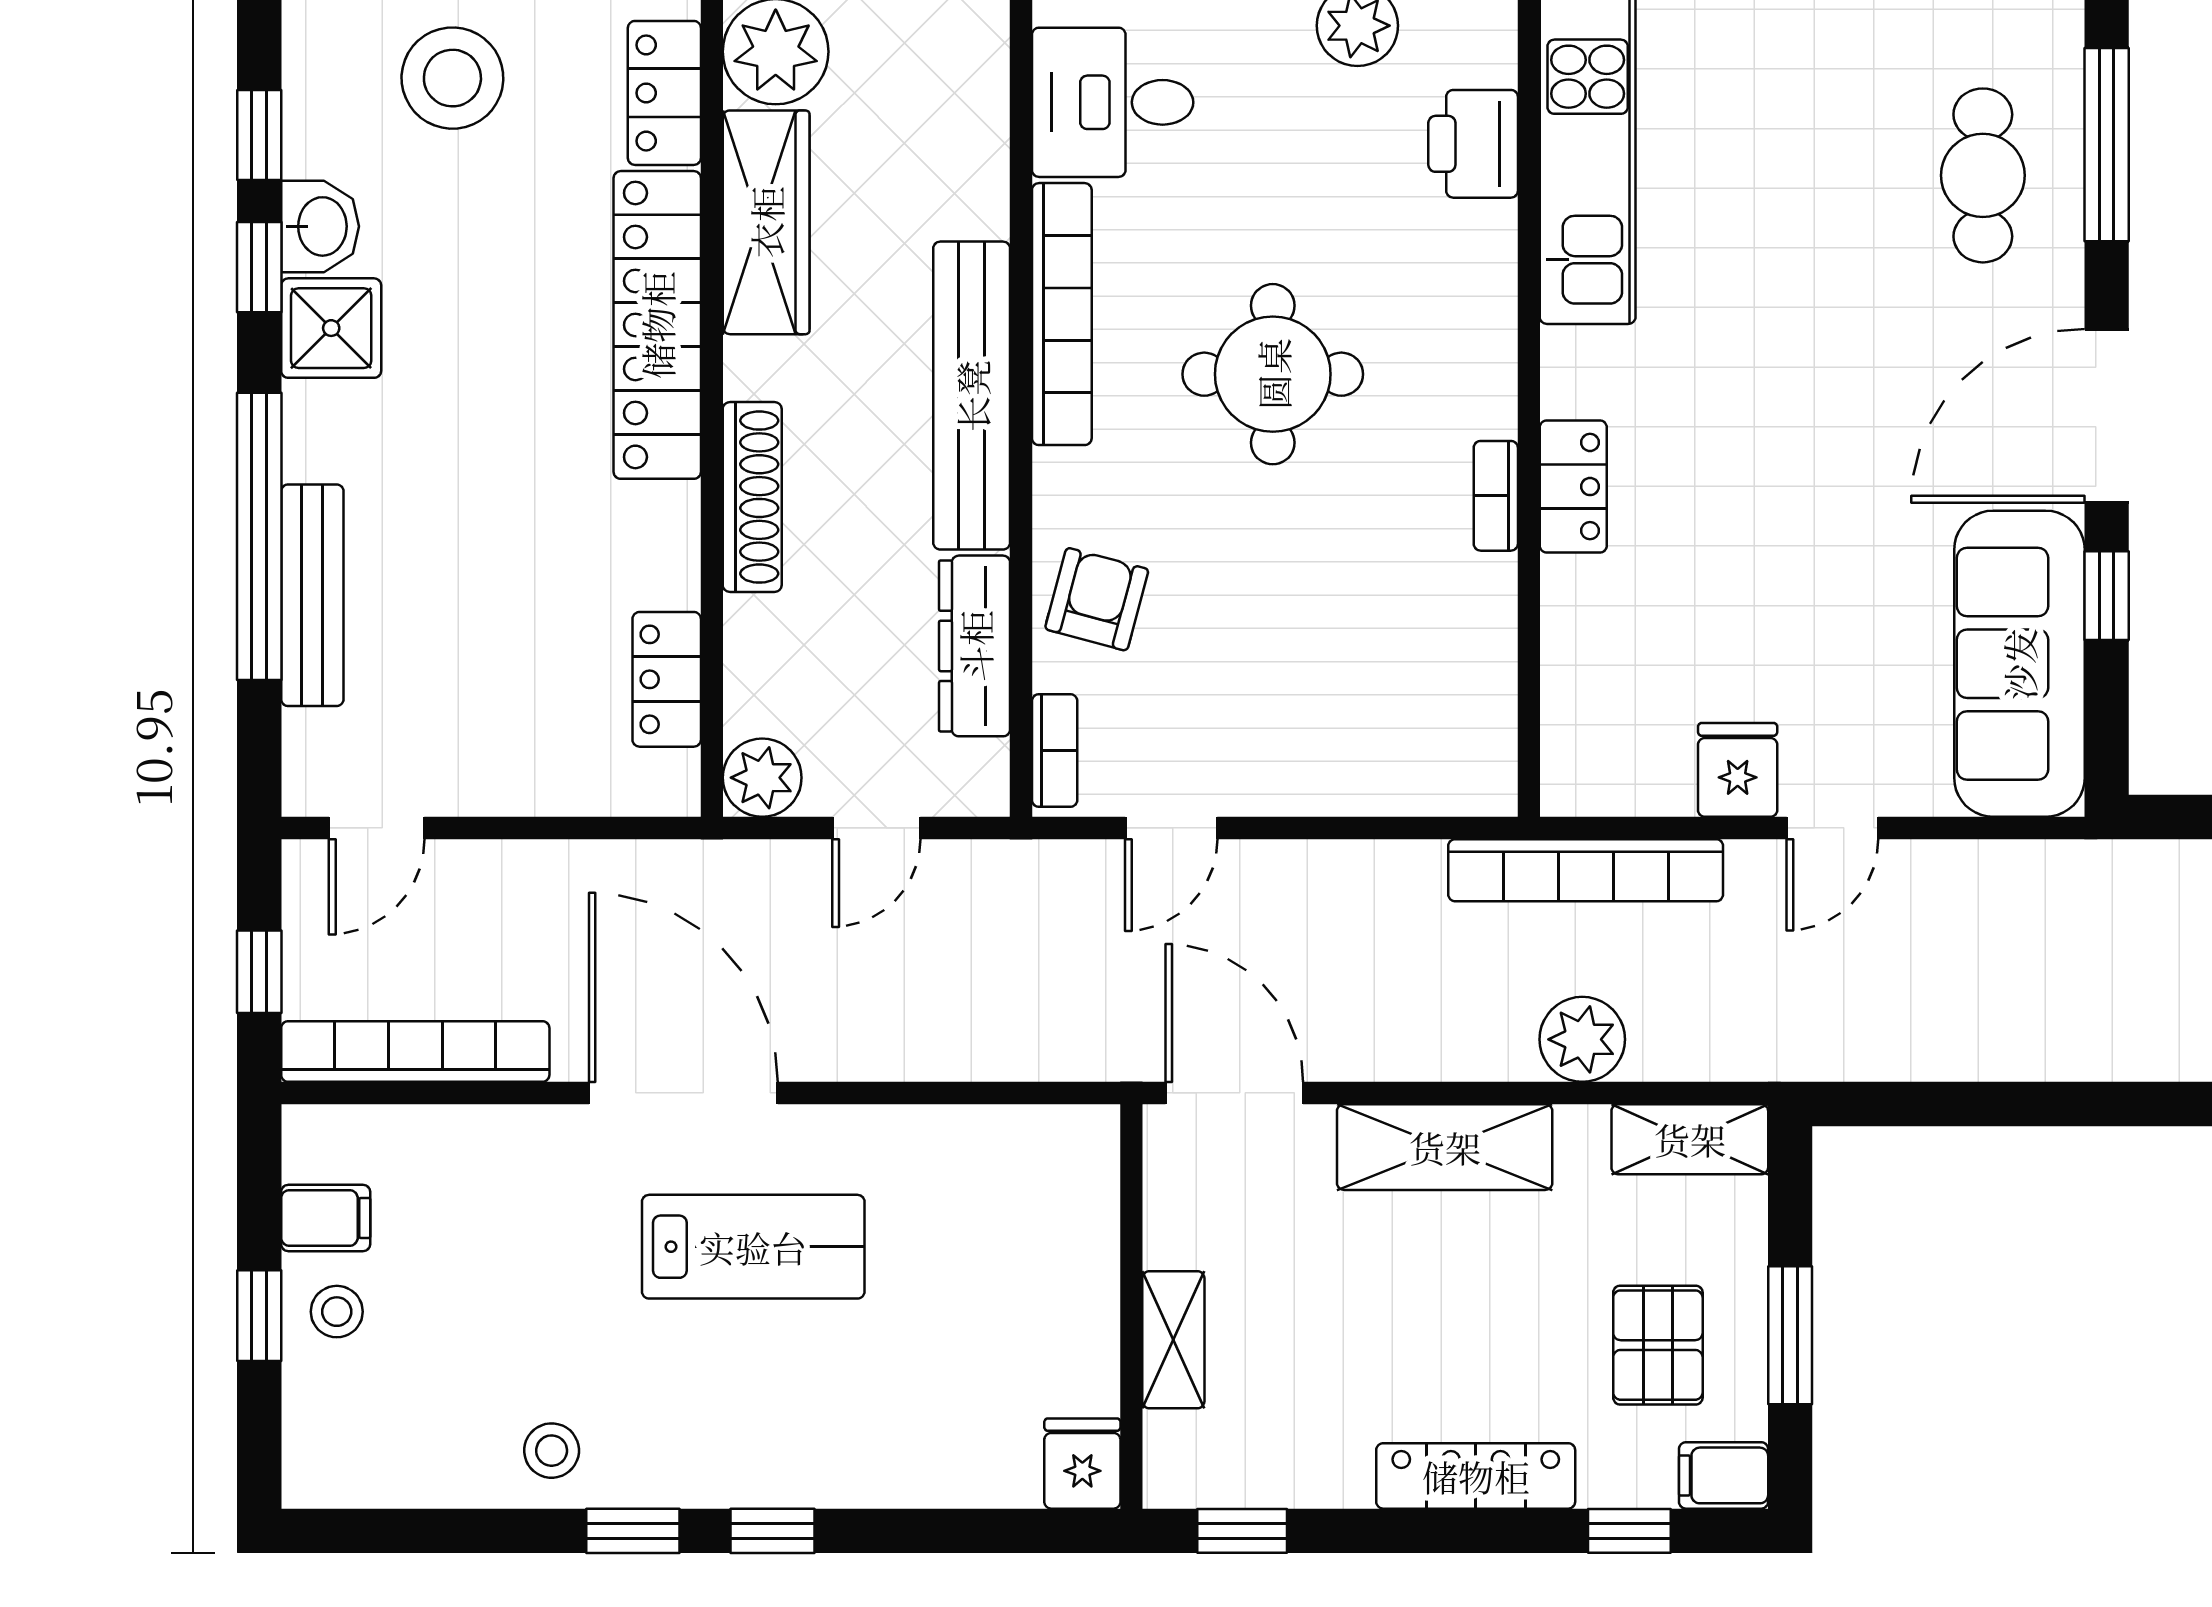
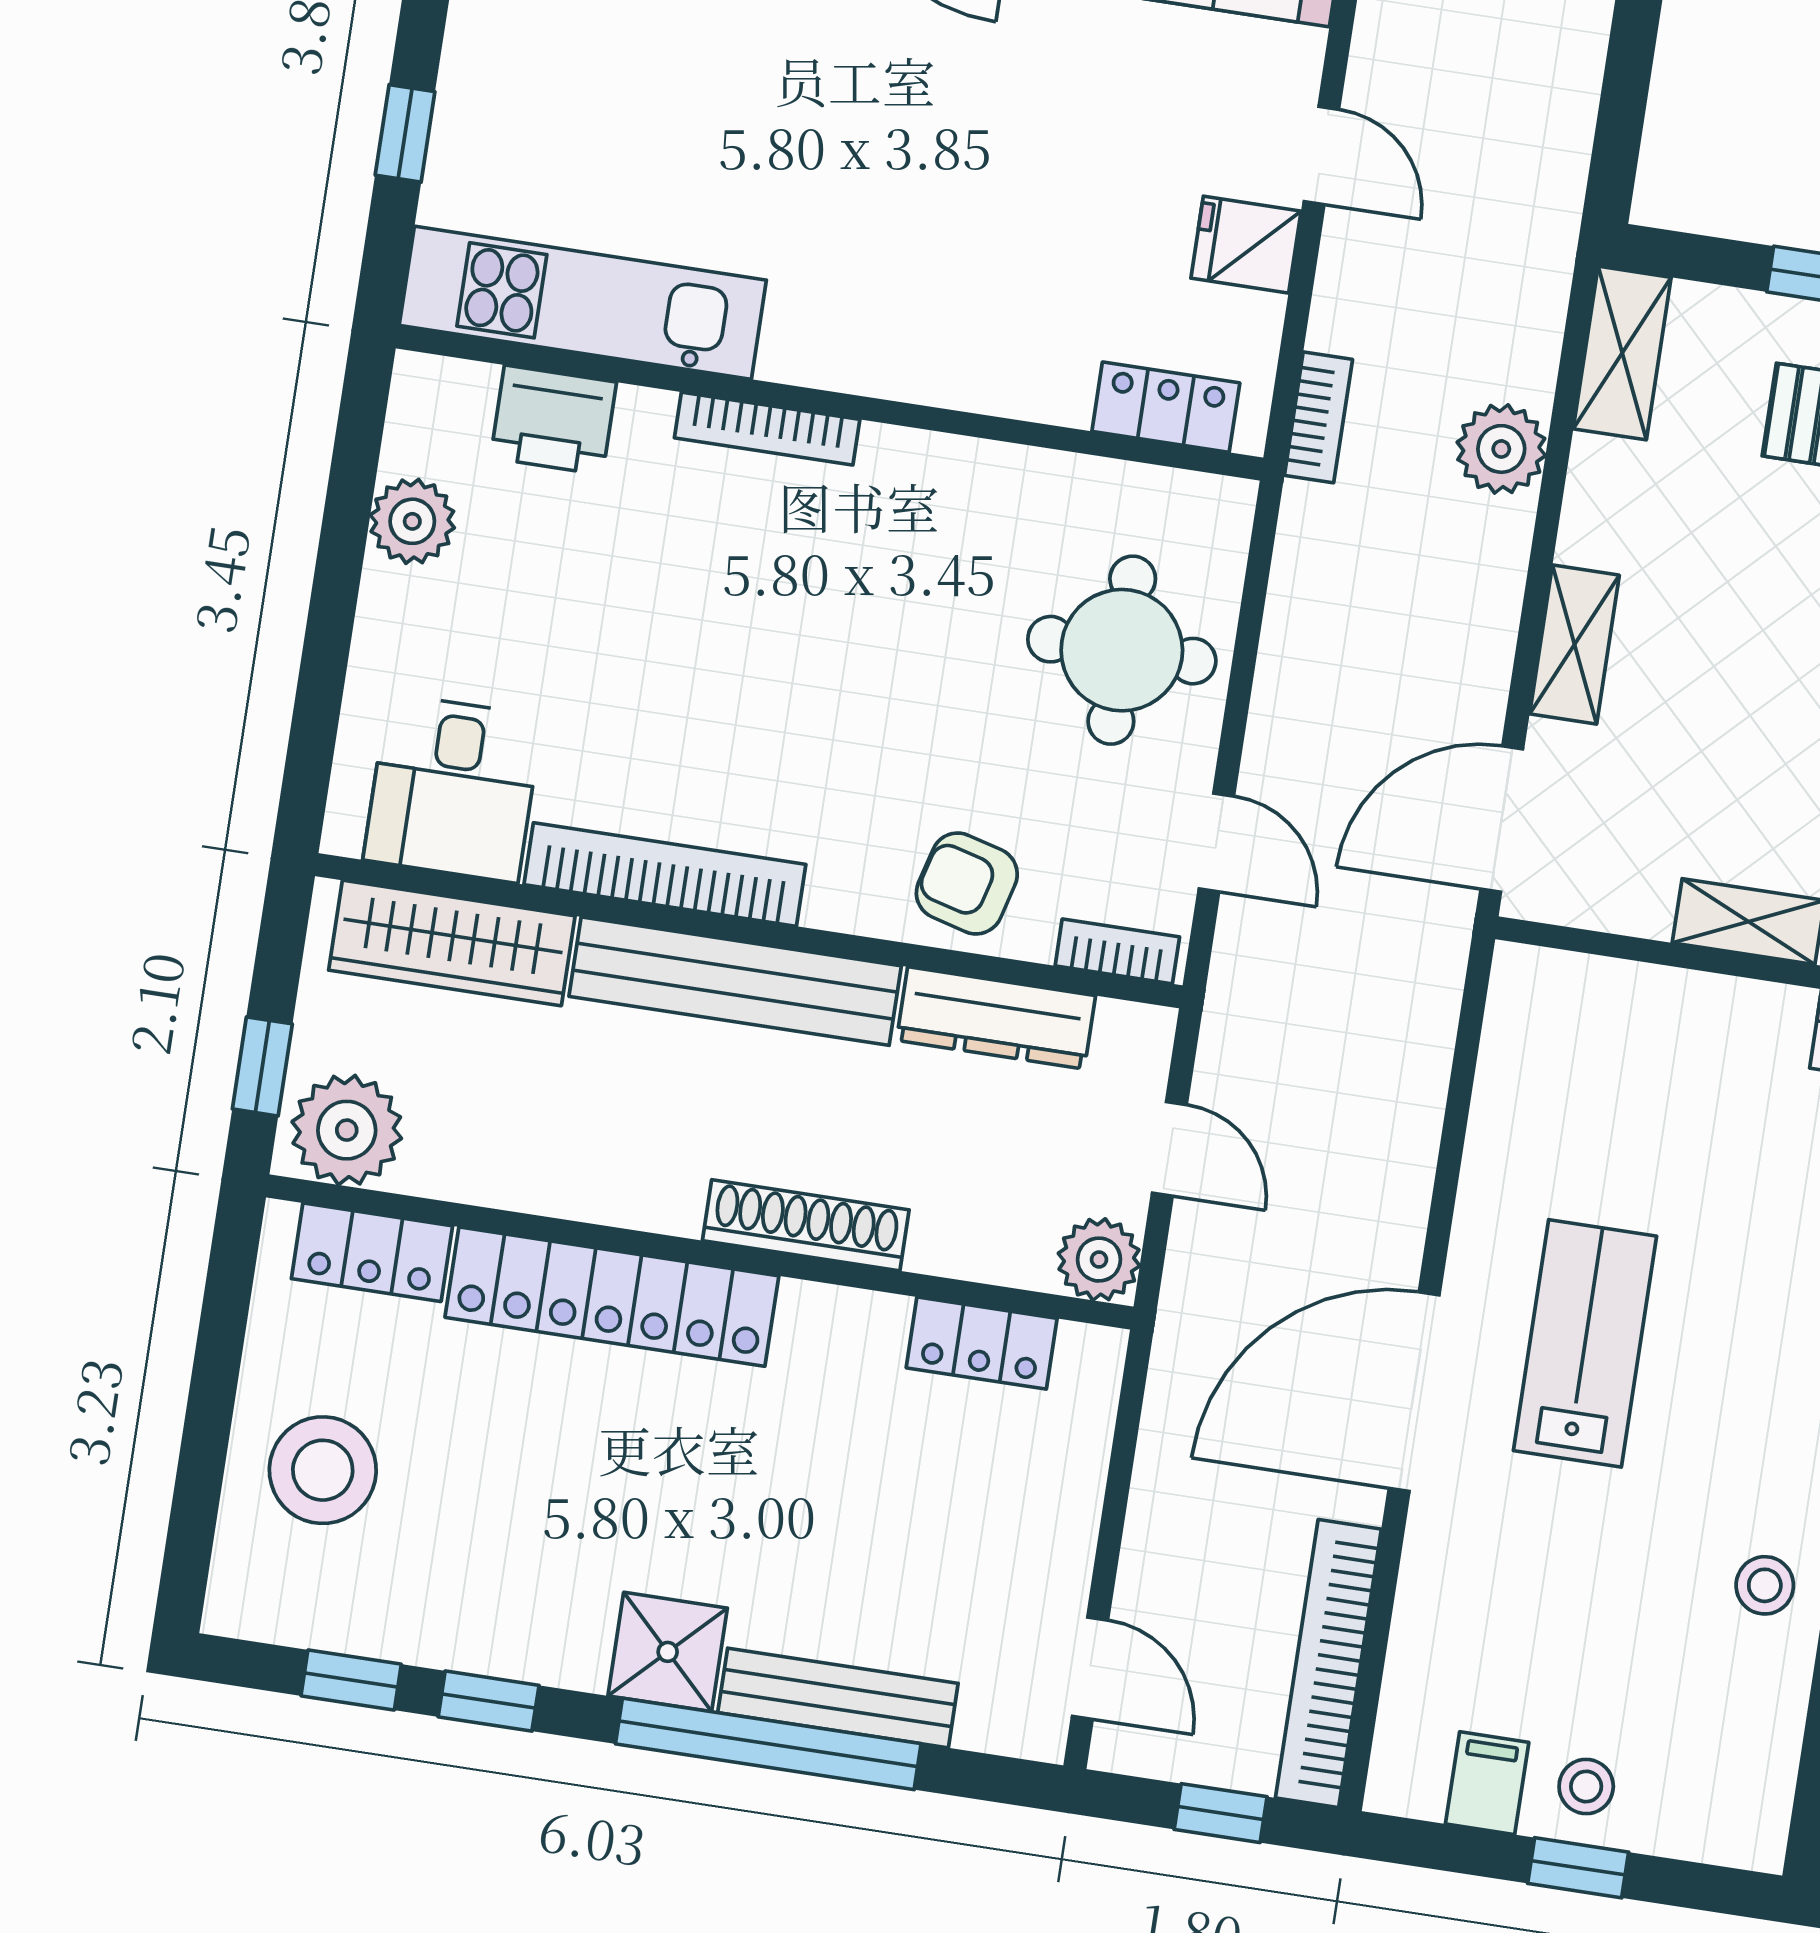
wardrobe: (766, 222) -> (452, 943), moved, turned 180
washbasin: (320, 226) -> (456, 1631), removed
shower: (331, 328) -> (668, 1652), moved
round table: (1273, 374) -> (1122, 650), moved
locker: (1573, 487) -> (1166, 407), moved
bookcase: (1496, 496) -> (767, 429), moved, width x1.56
bookcase: (1586, 870) -> (1318, 417), width x0.43, depth x0.76
shelving: (1445, 1147) -> (1574, 645), width x0.67, depth x0.75

